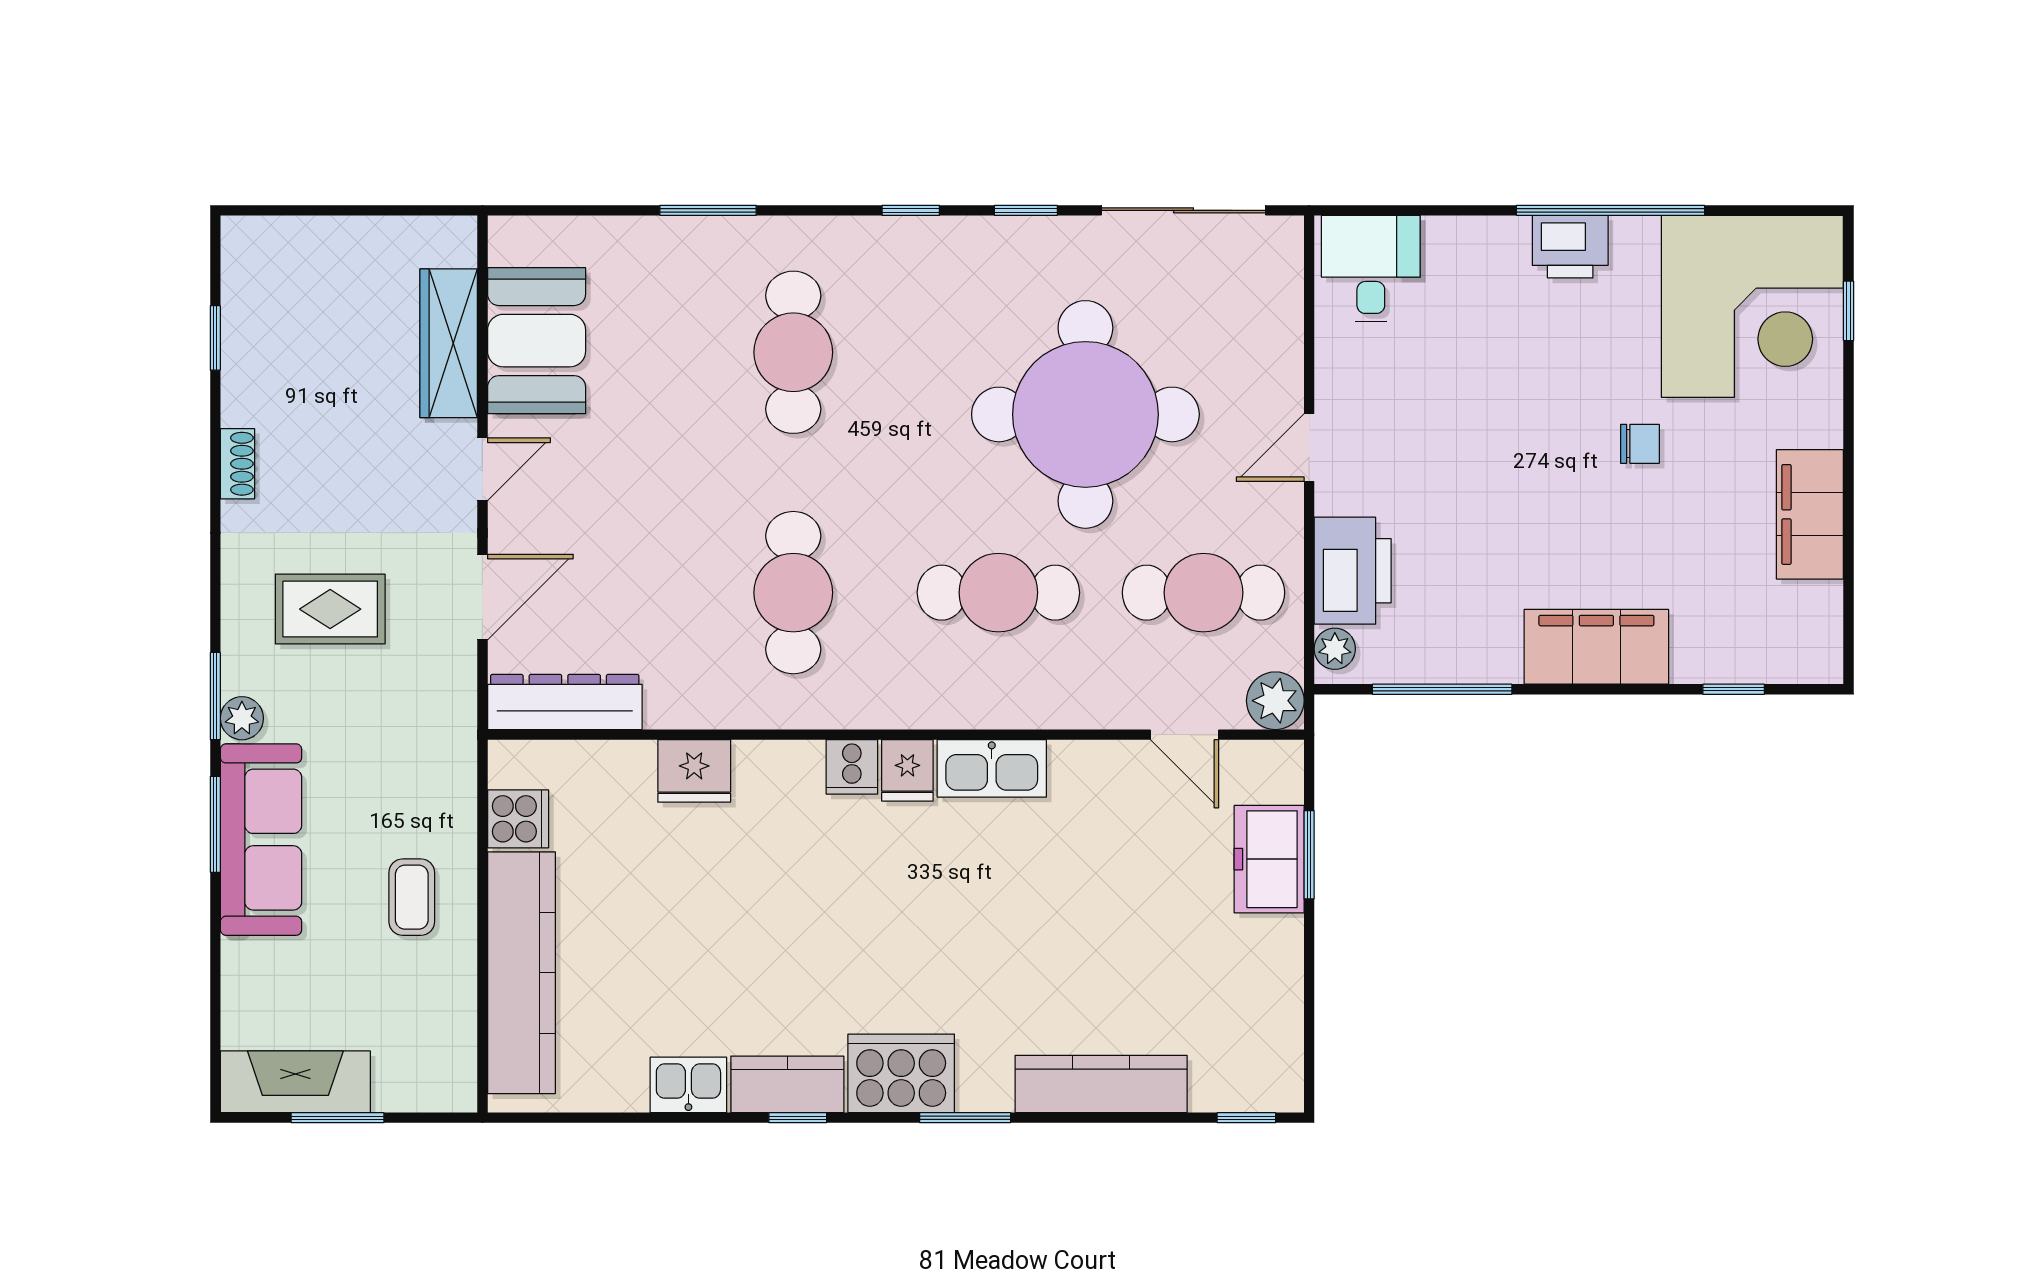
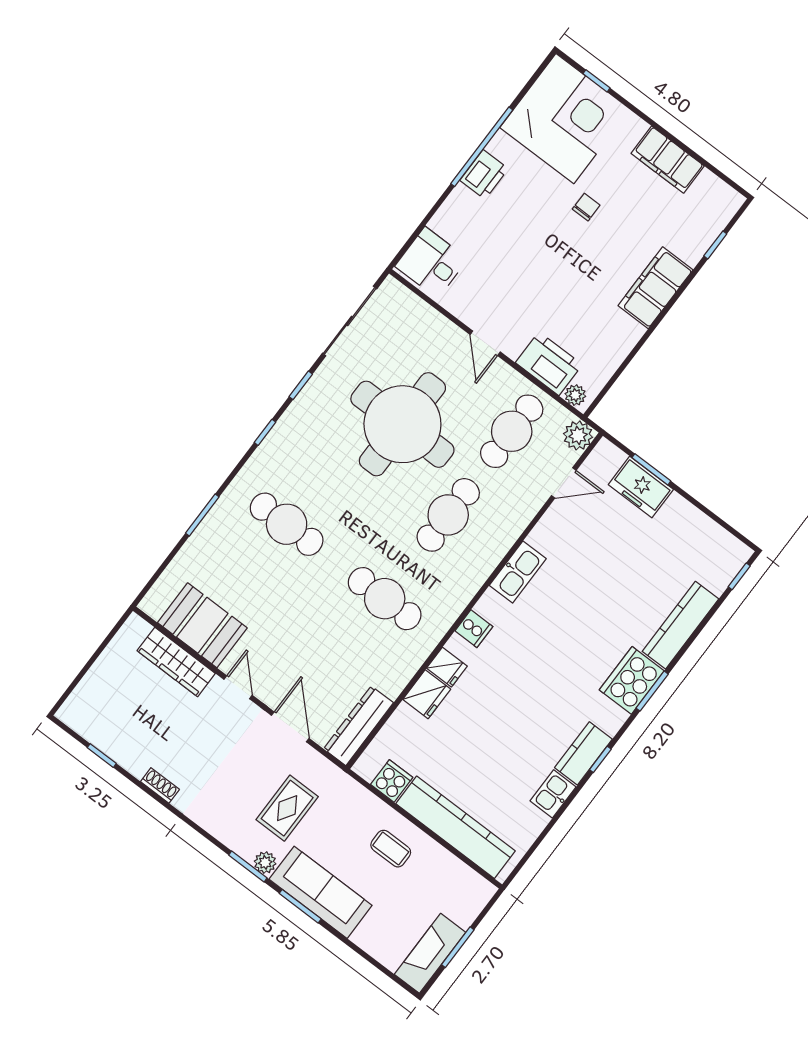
rug: (330, 609) -> (287, 808), moved
window: (1442, 689) -> (625, 364), removed
fridge: (907, 770) -> (447, 667), moved
cooker: (901, 1073) -> (632, 680), moved

